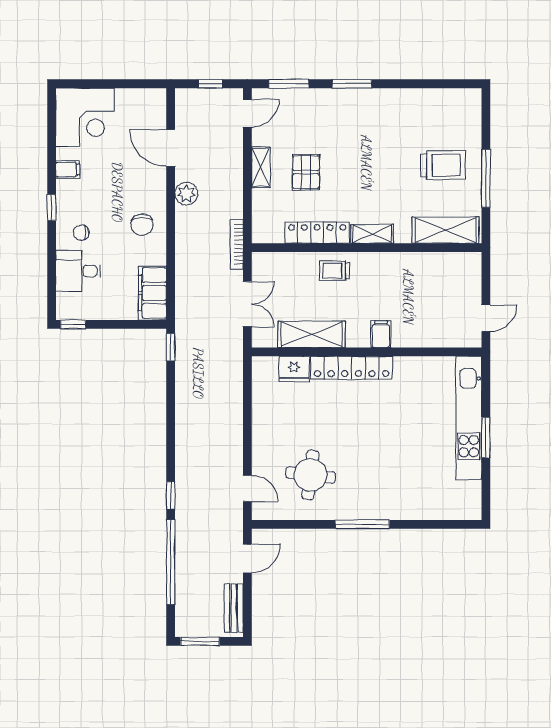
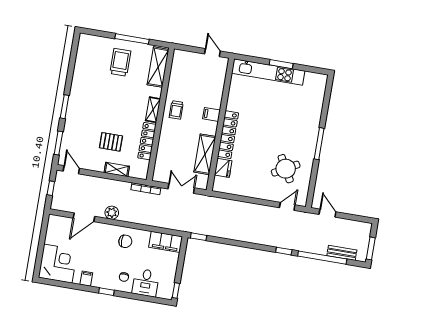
shelving: (261, 167) -> (117, 169), moved
trolley: (334, 271) -> (176, 110), moved
round table: (310, 475) -> (286, 169), turned -36
bench: (234, 608) -> (342, 253), moved

